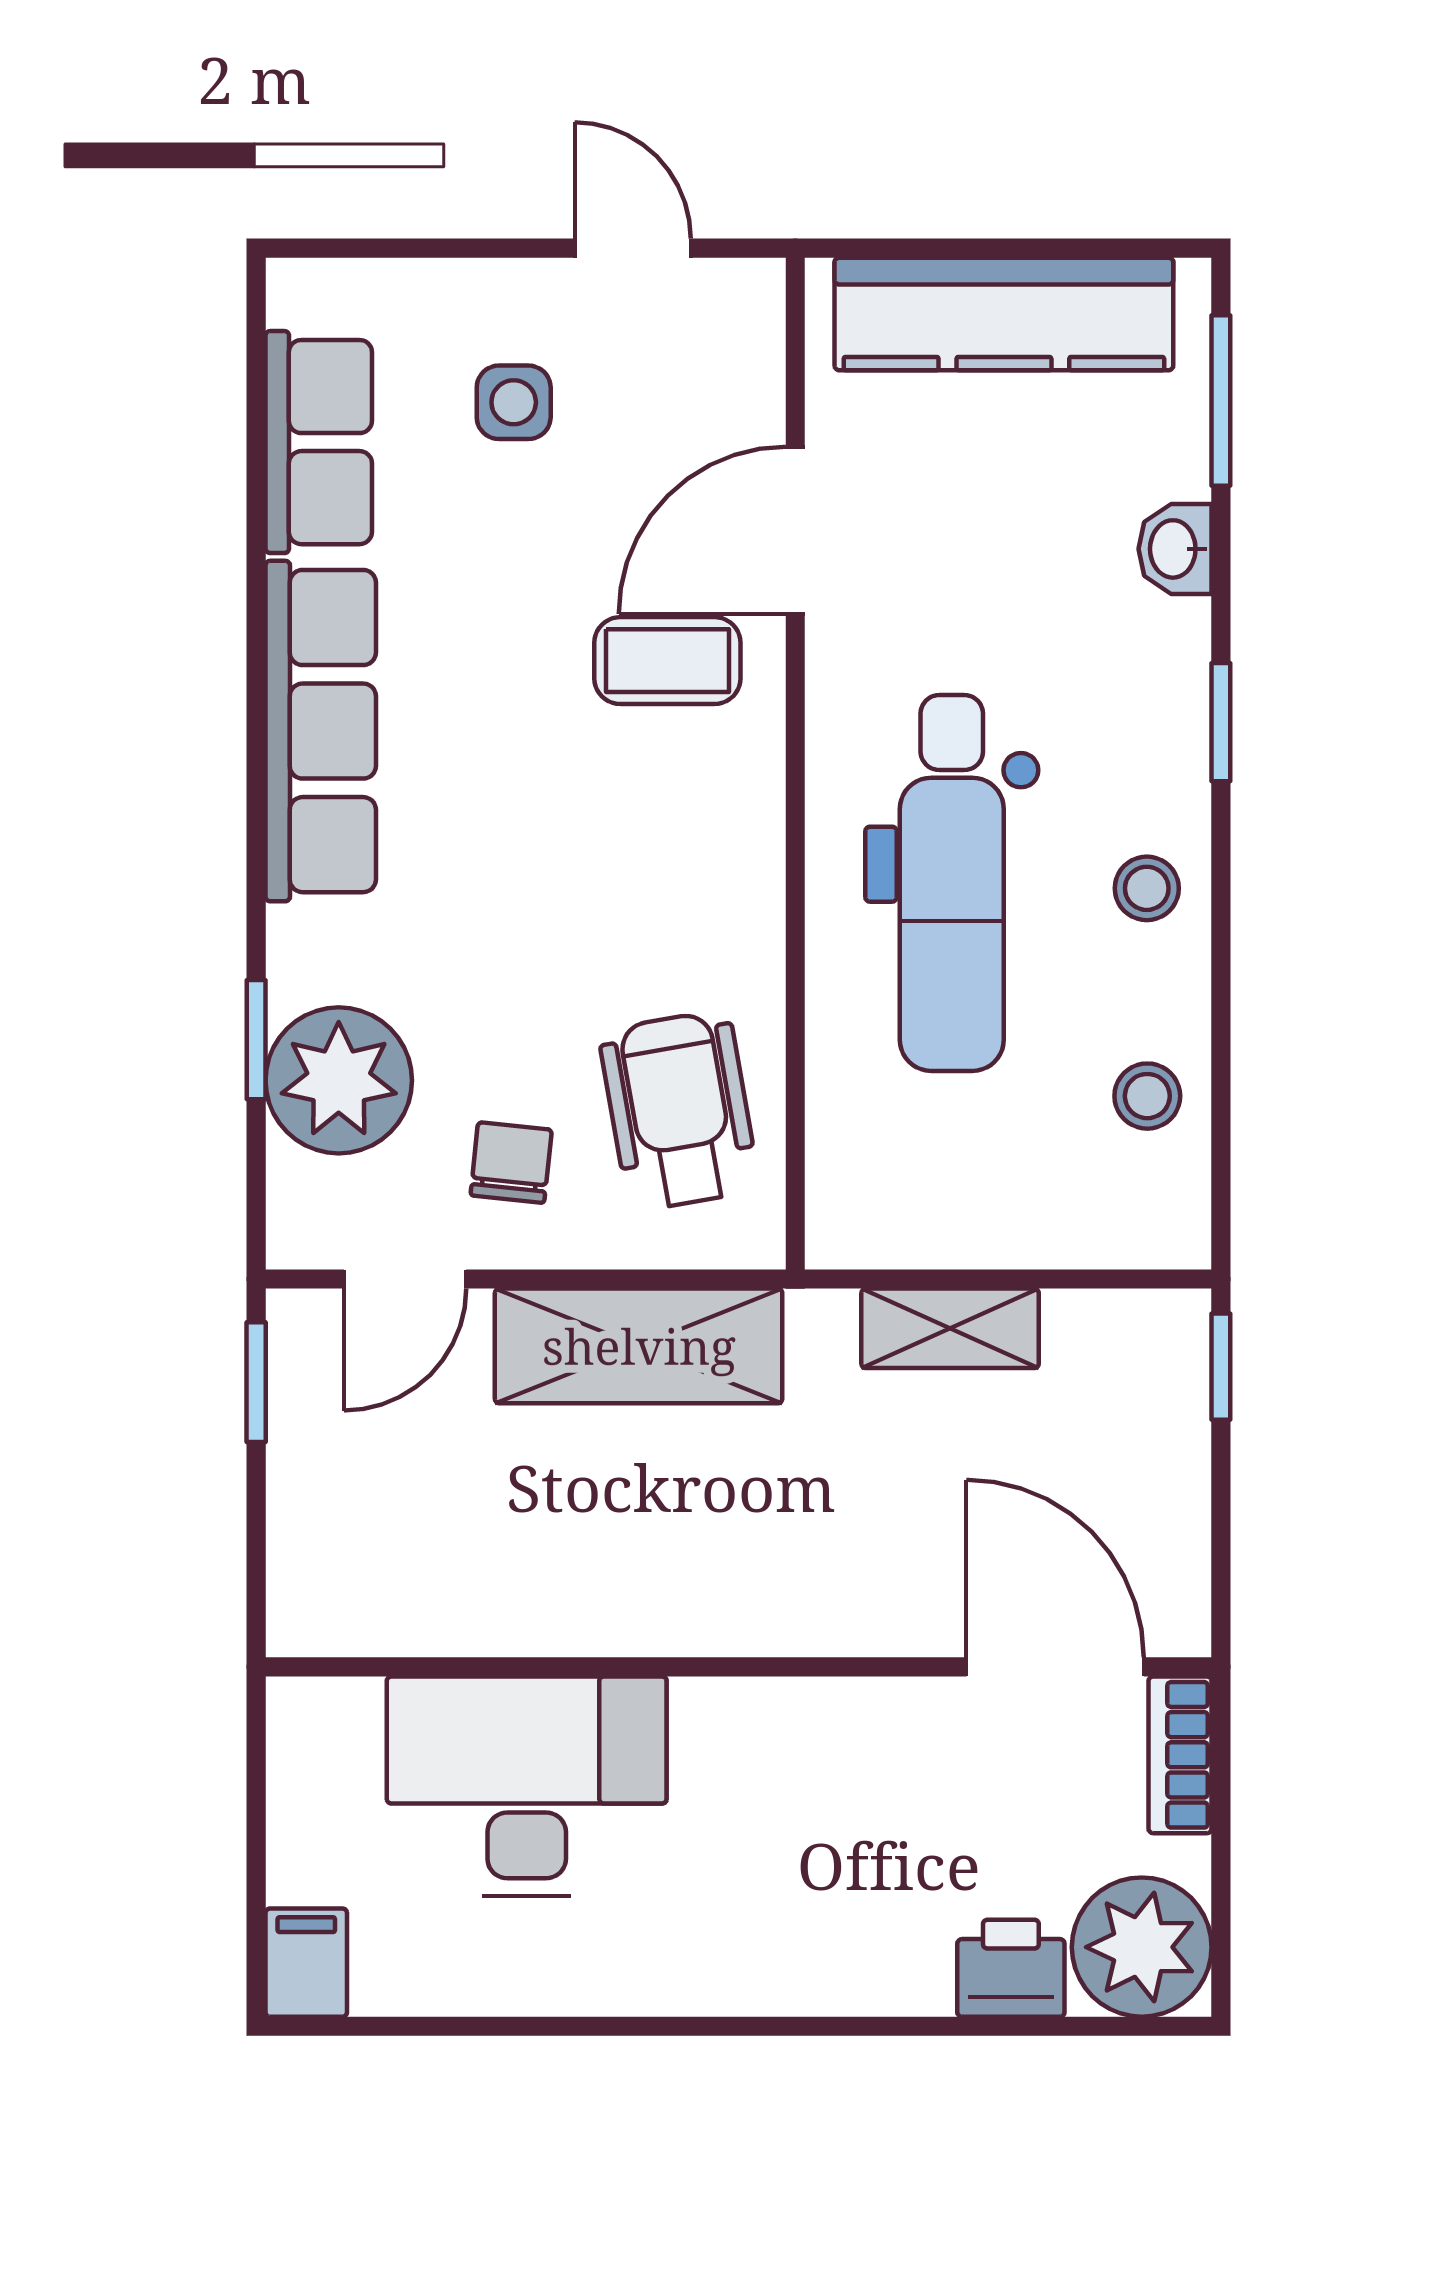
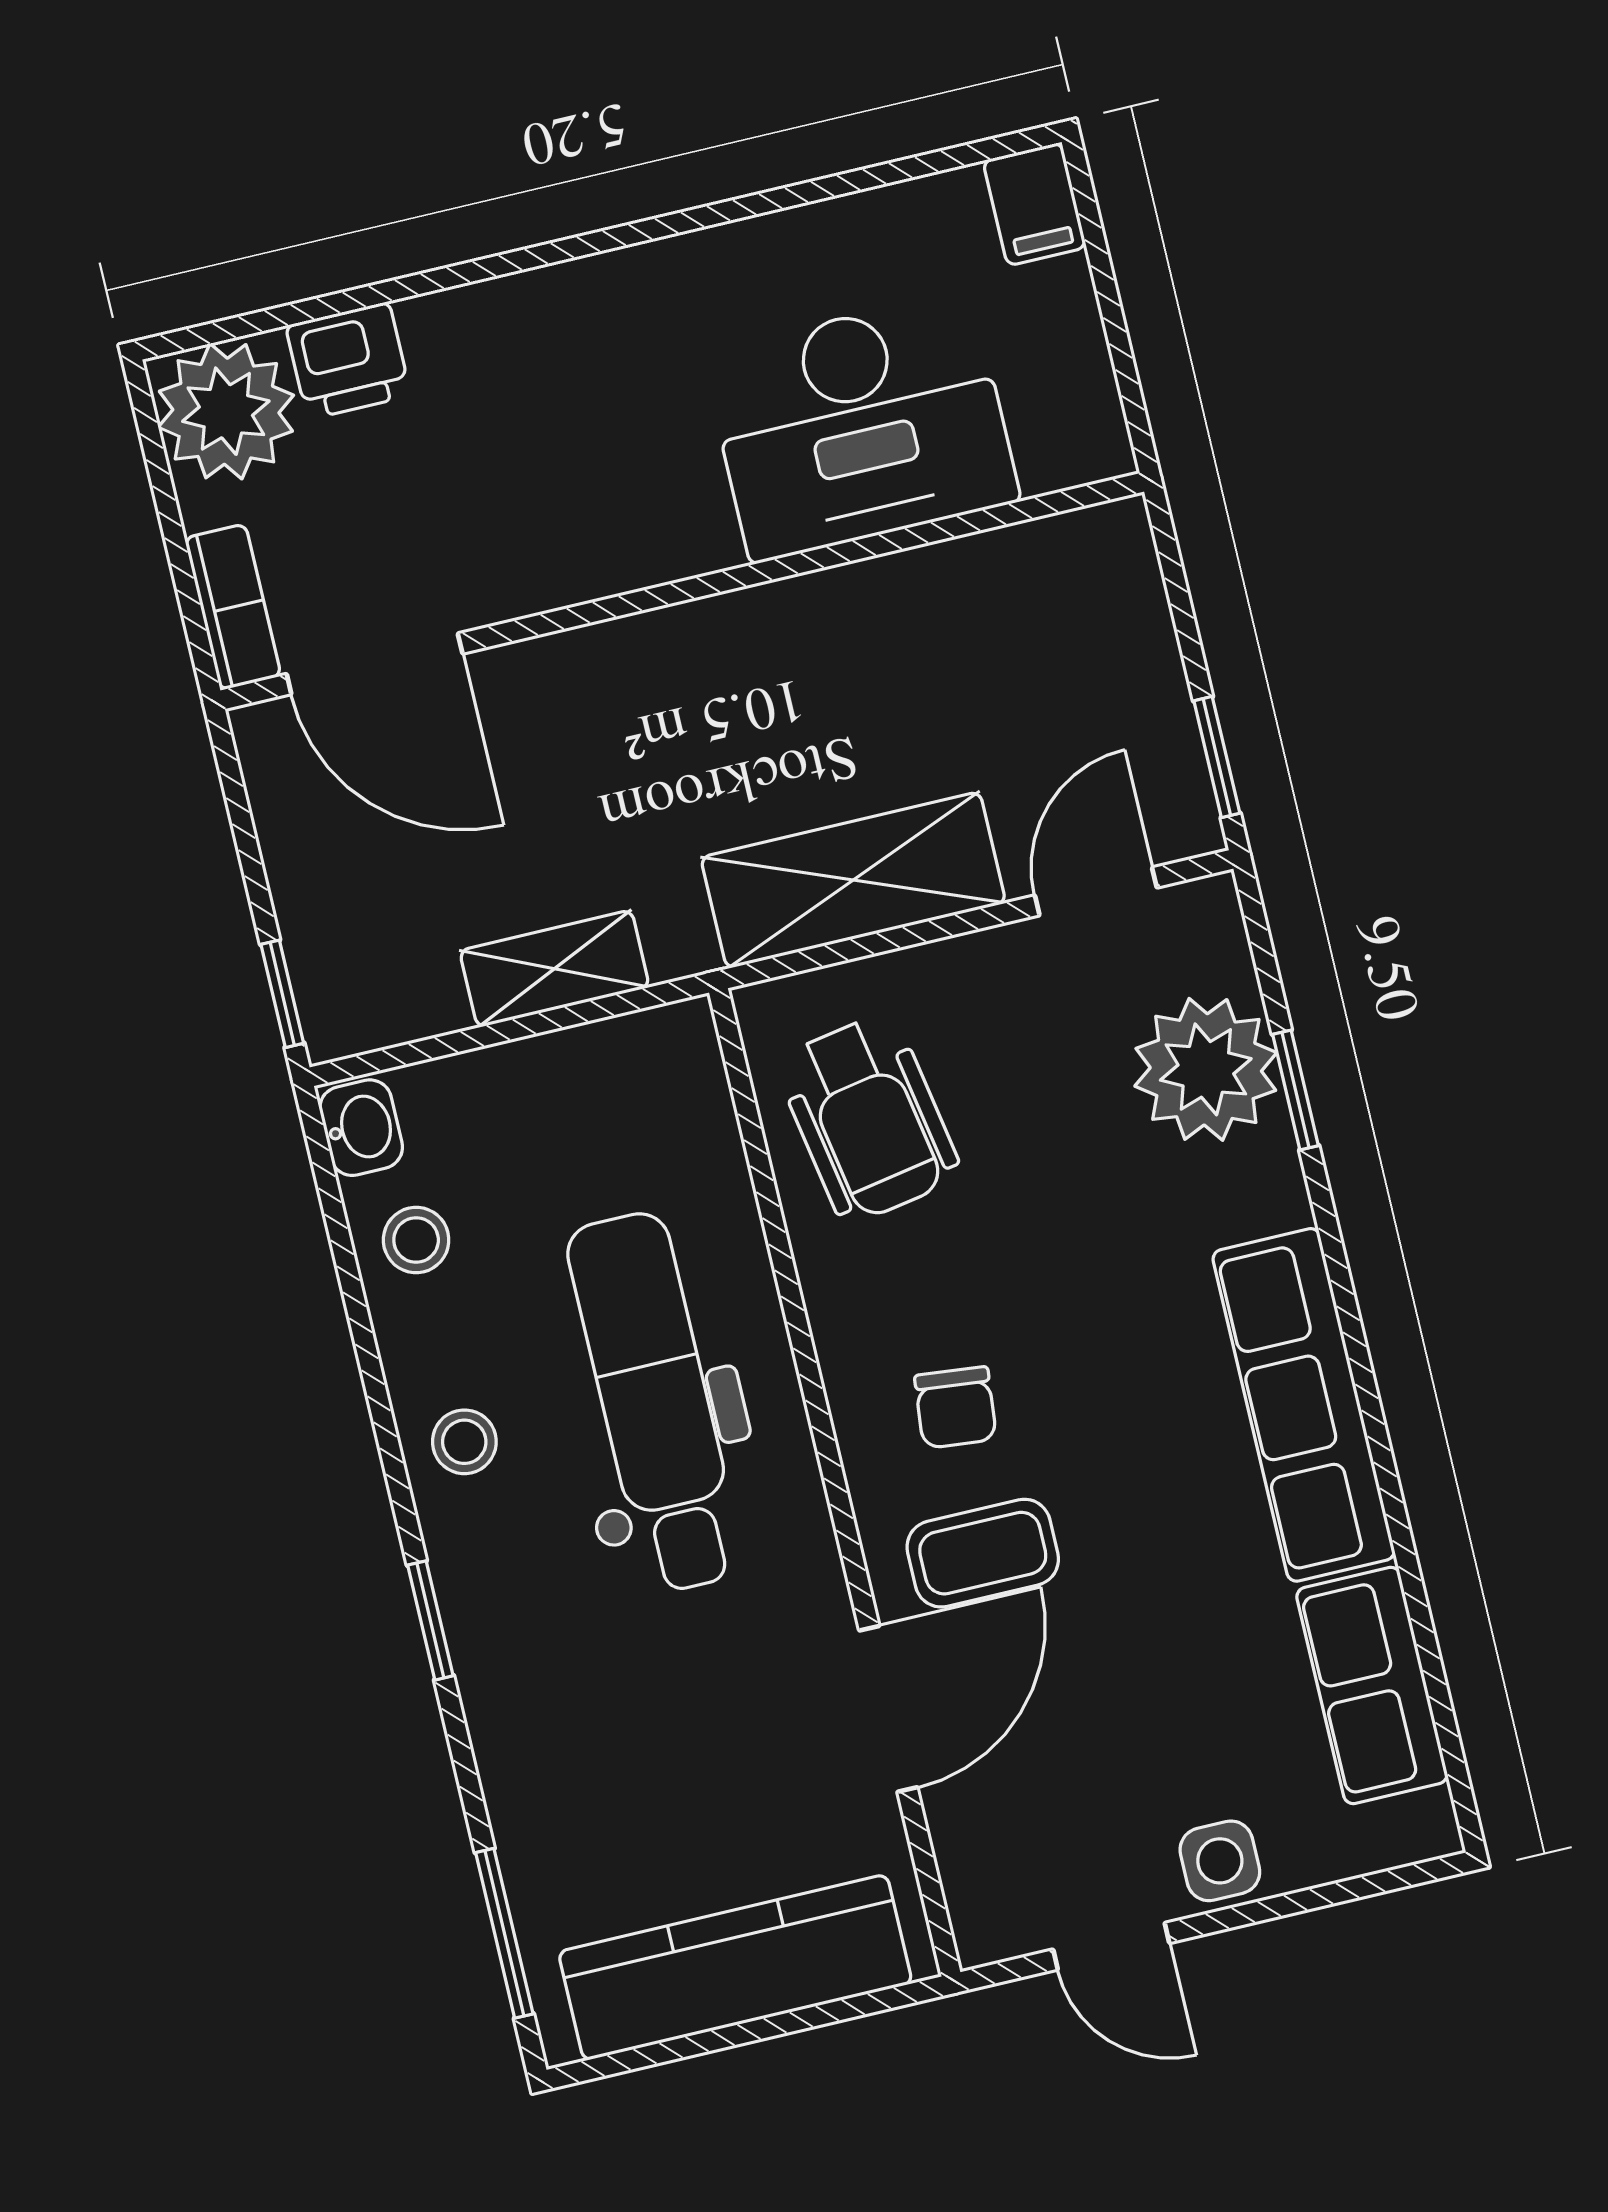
side table: (514, 402) -> (1220, 1861), moved
washbasin: (1175, 549) -> (361, 1128), moved
chair: (511, 1163) -> (955, 1407), moved

